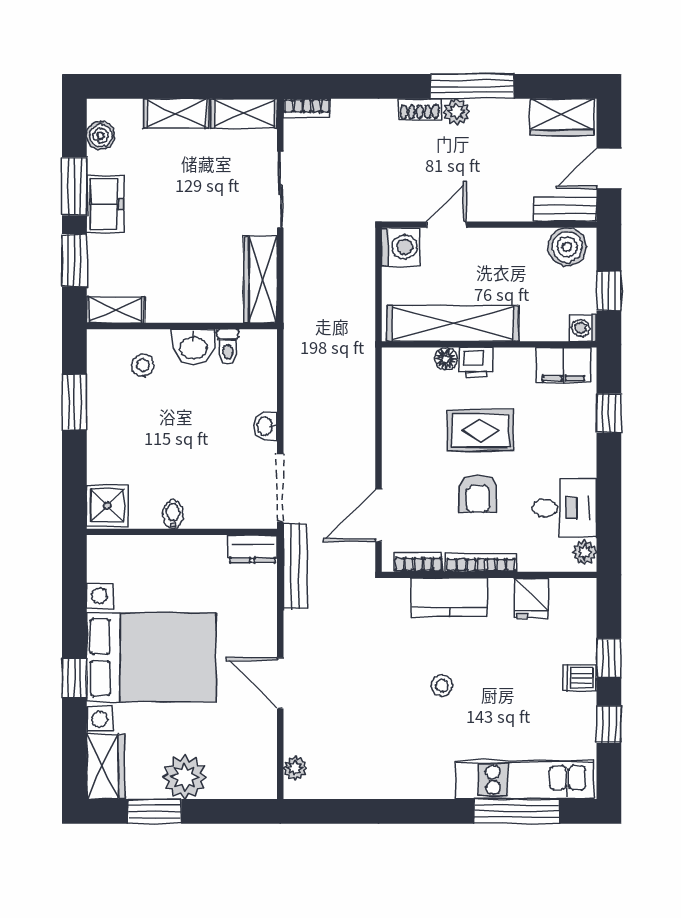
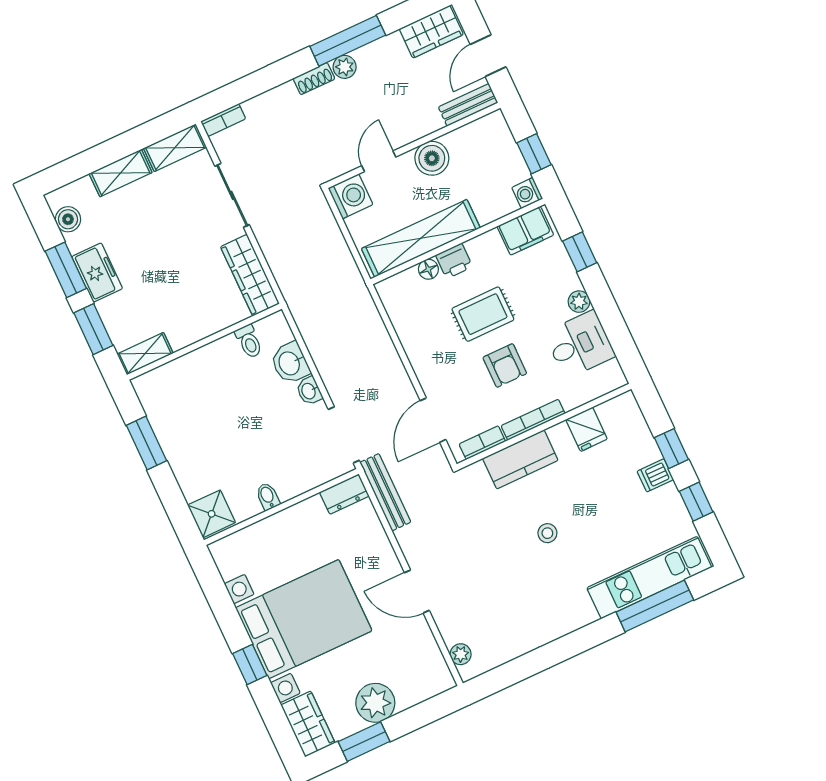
boiler: (567, 247) -> (432, 158), moved
washbasin: (193, 347) -> (290, 363), moved, turned 90
stool: (143, 365) -> (188, 388), removed
plant: (585, 552) -> (579, 302), moved

